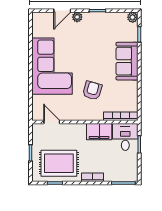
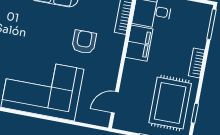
armchair: (92, 91) -> (84, 42), turned 74

